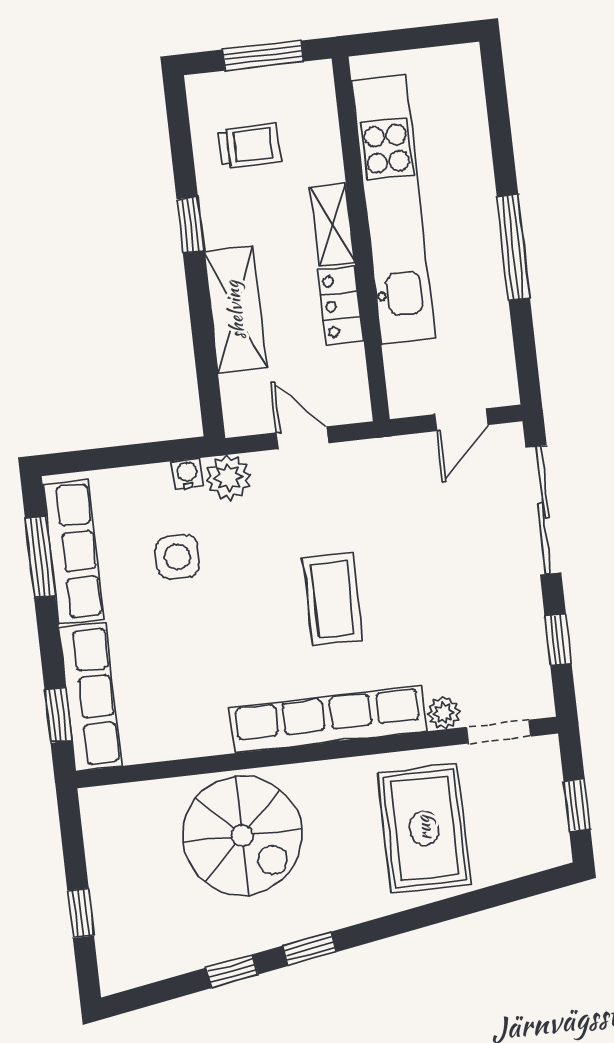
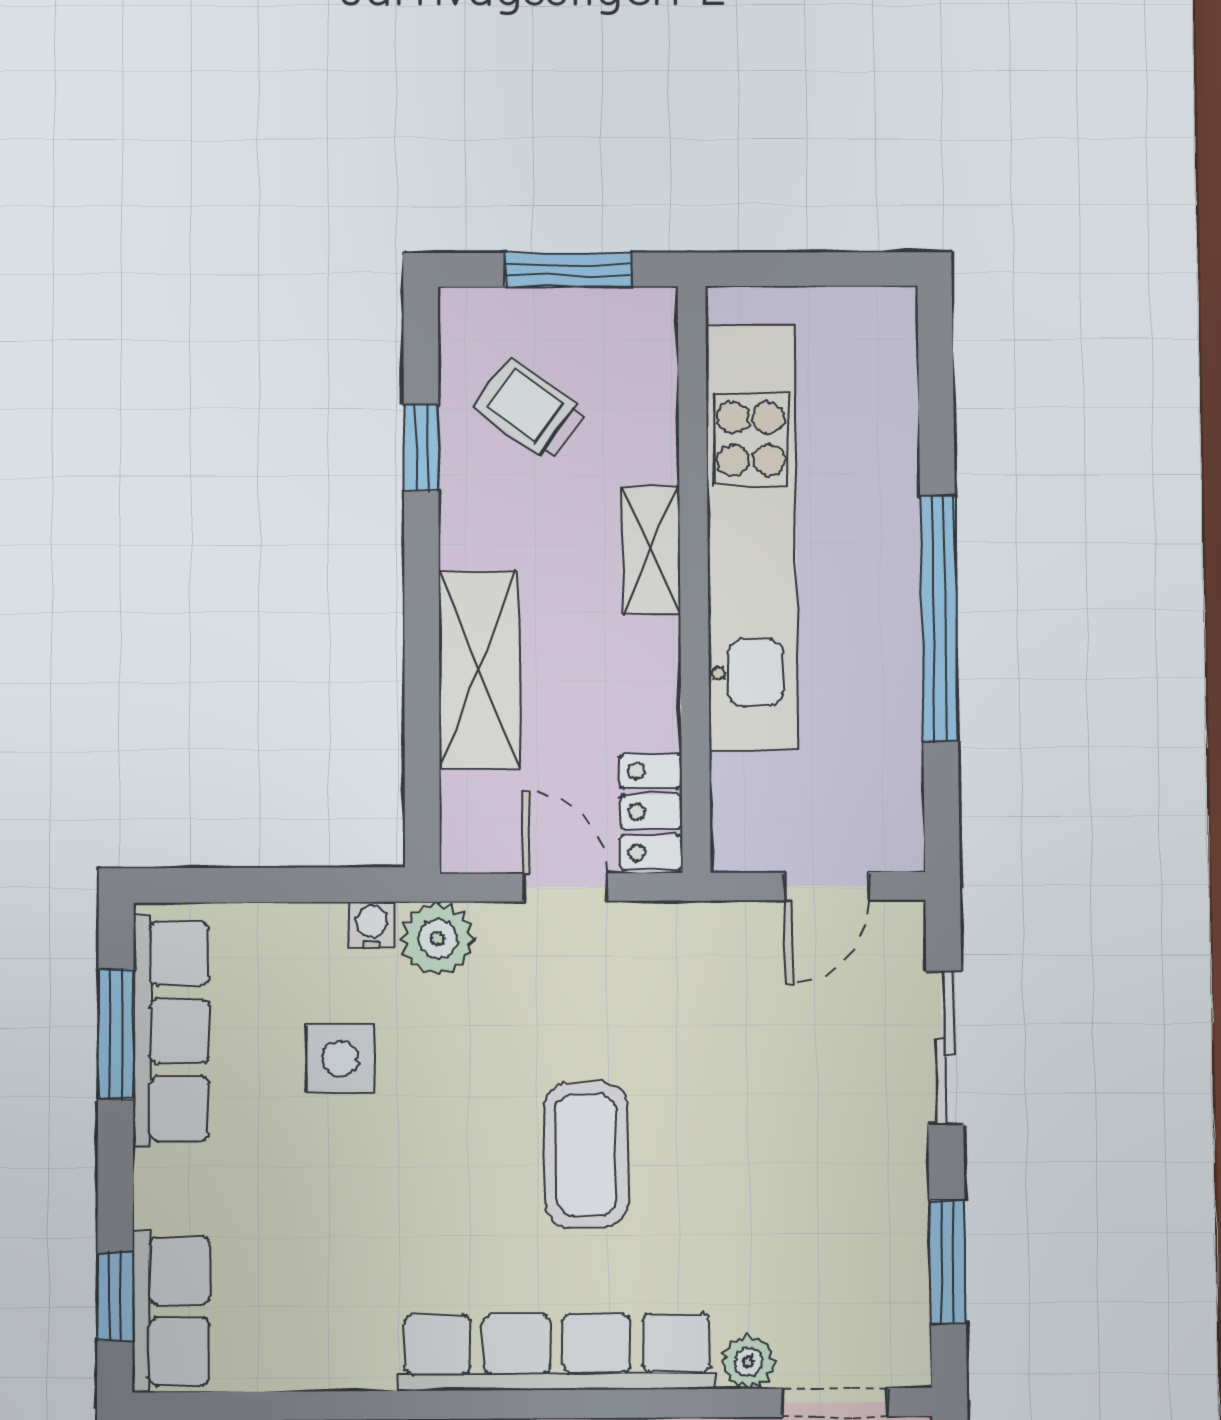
trolley: (249, 146) -> (530, 410), turned -144
window: (190, 225) -> (421, 448), moved
window: (513, 247) -> (939, 618), width x1.46
locker: (341, 306) -> (651, 812), moved
sliding door: (543, 510) -> (945, 1047), width x0.73
window: (558, 640) -> (948, 1262), width x1.50
row of seats: (90, 697) -> (171, 1311), width x0.68

